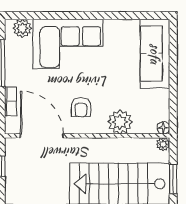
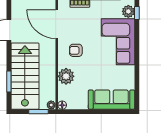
window: (25, 16) -> (137, 13), added
door: (42, 136) -> (57, 24), swing flipped
window: (173, 179) -> (38, 112), moved

